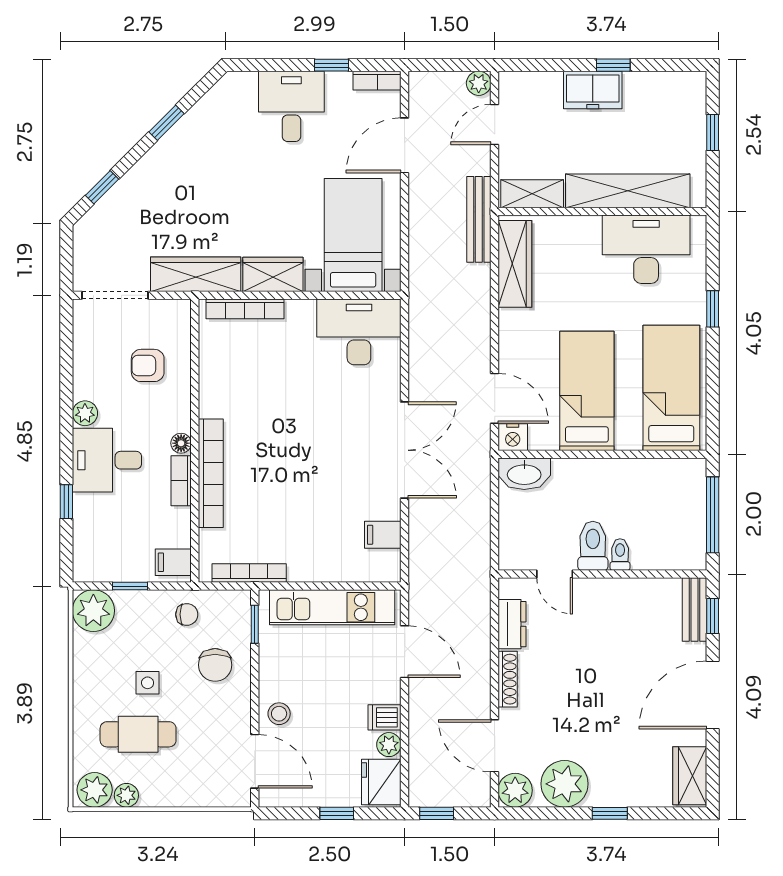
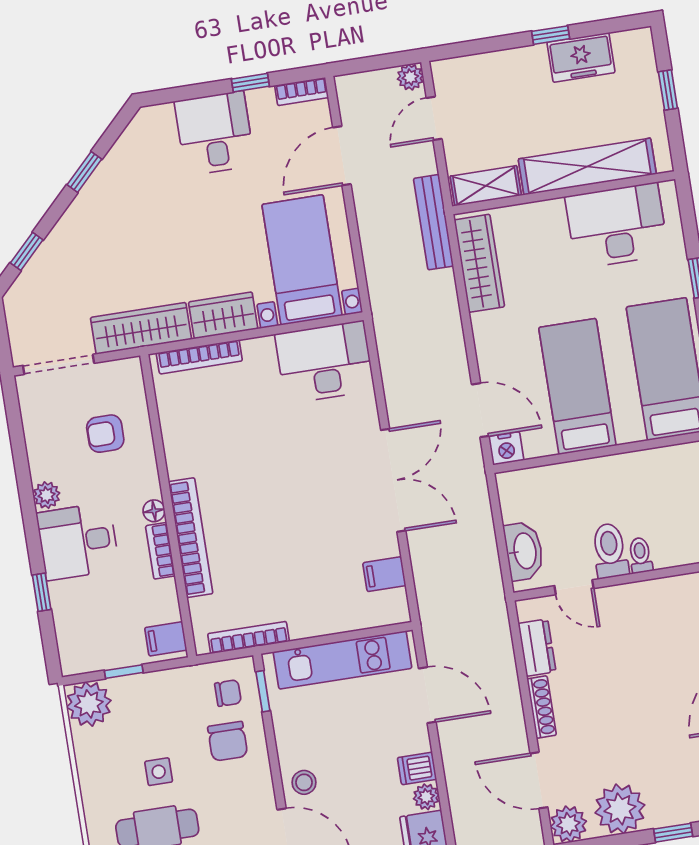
freezer: (593, 90) -> (581, 57), moved
washbasin: (524, 474) -> (524, 551), moved, turned -90
chair: (187, 614) -> (228, 693), moved

